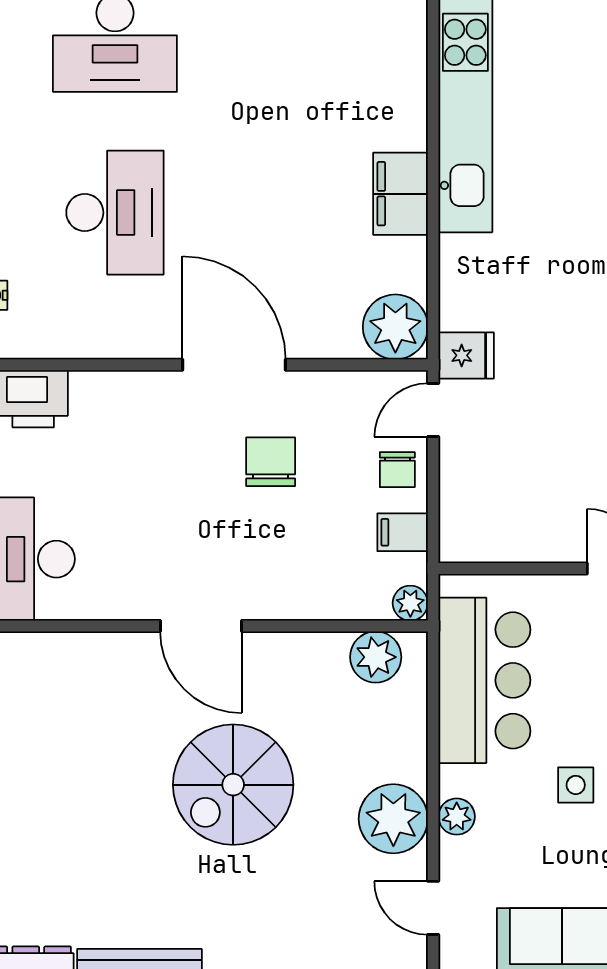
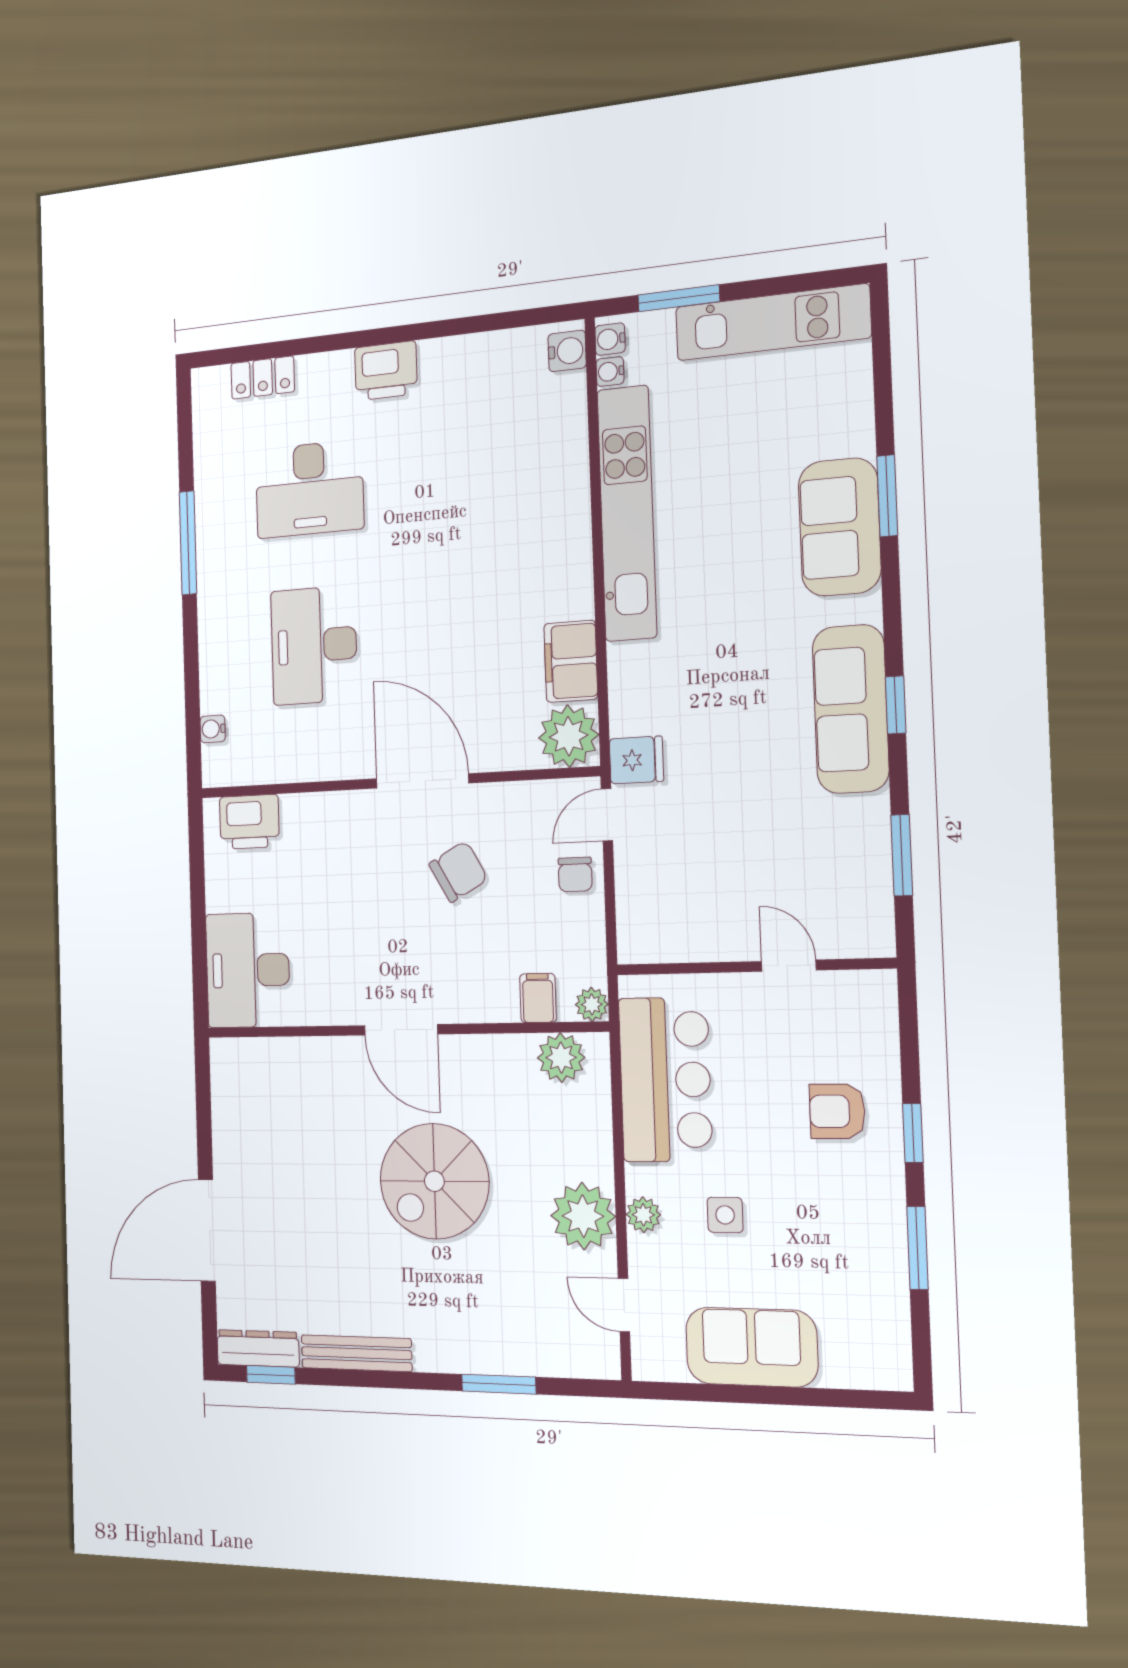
filing cabinet: (400, 194) -> (571, 661), moved
desk: (115, 213) -> (314, 645), turned 180
chair: (271, 462) -> (458, 872), turned 61
filing cabinet: (403, 532) -> (538, 998), moved, turned 90
side table: (576, 785) -> (725, 1215), moved

